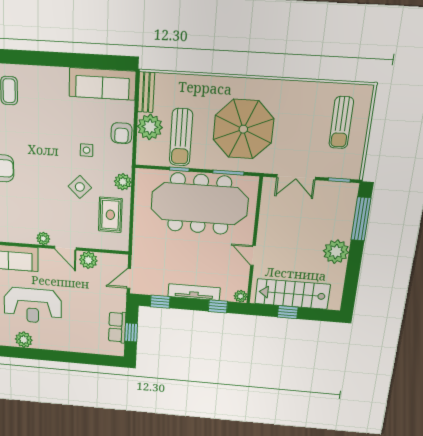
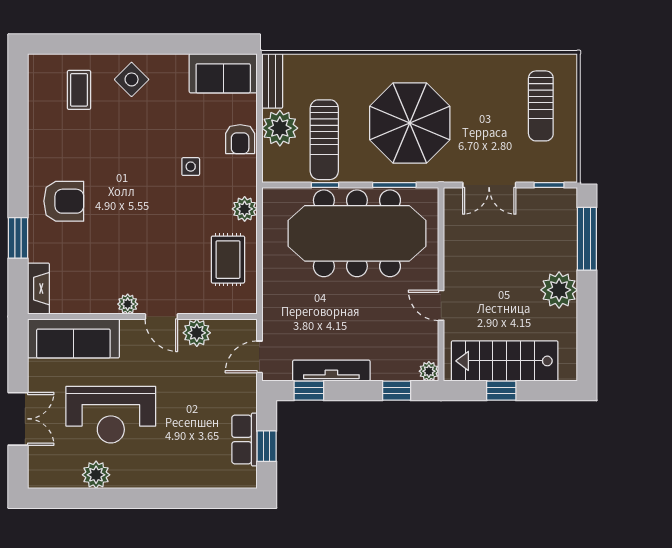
sofa: (102, 84) -> (223, 73), width x0.73
side table: (80, 187) -> (132, 79), moved
tv unit: (194, 292) -> (331, 371), moved

